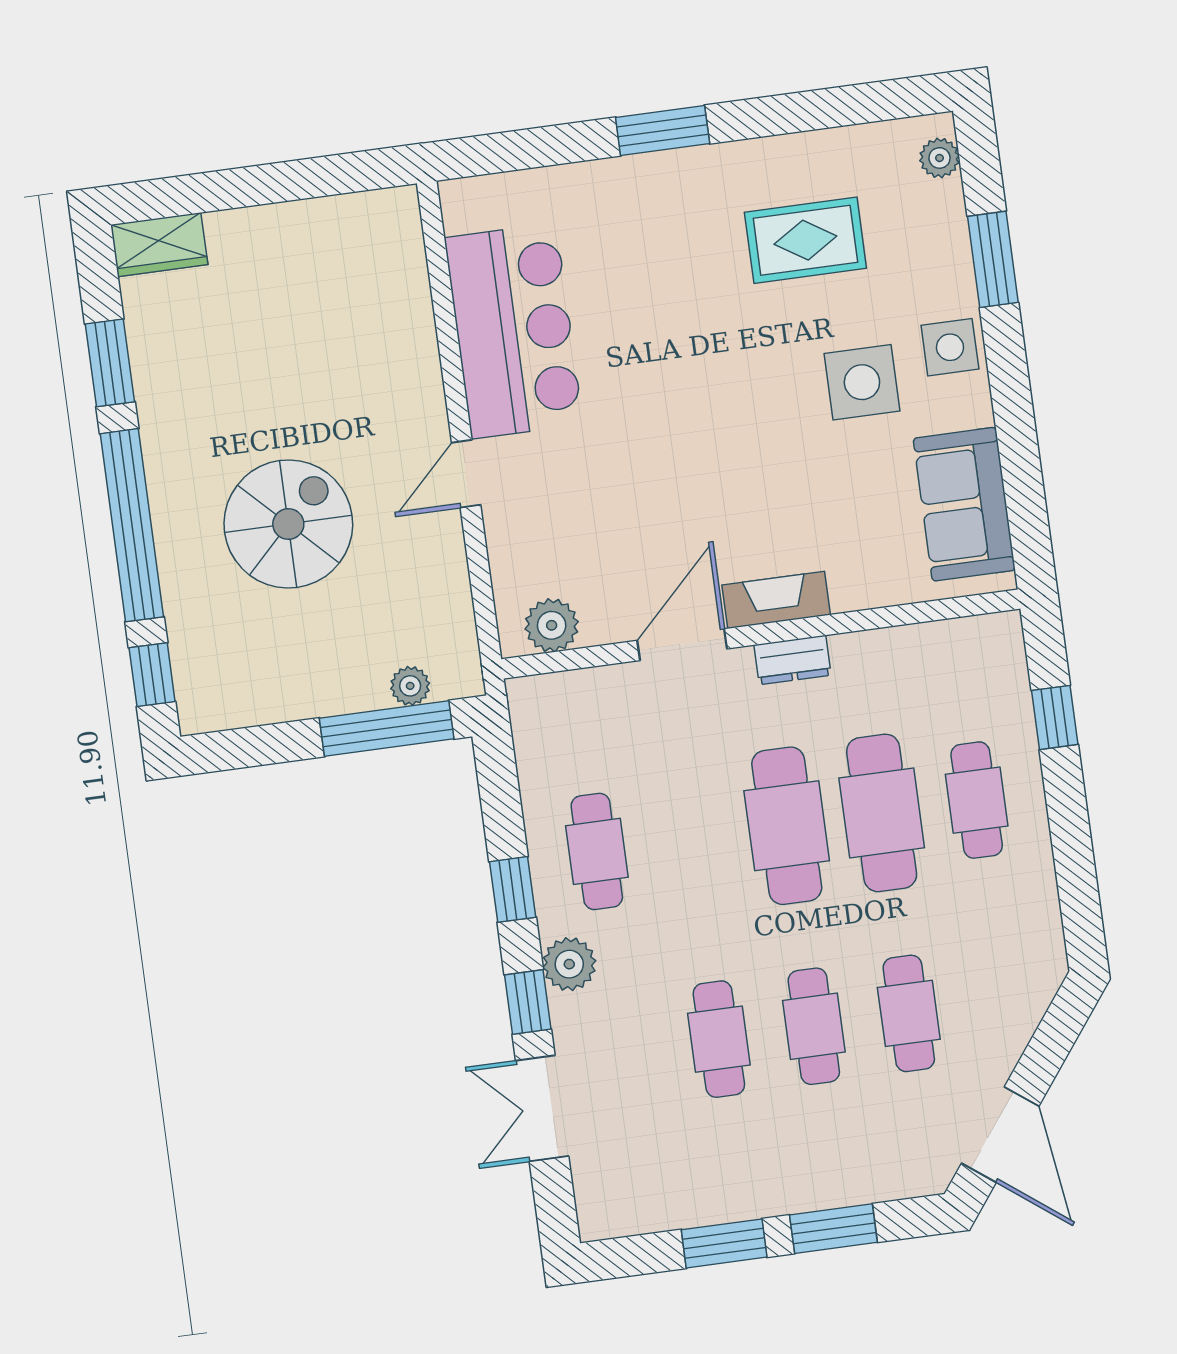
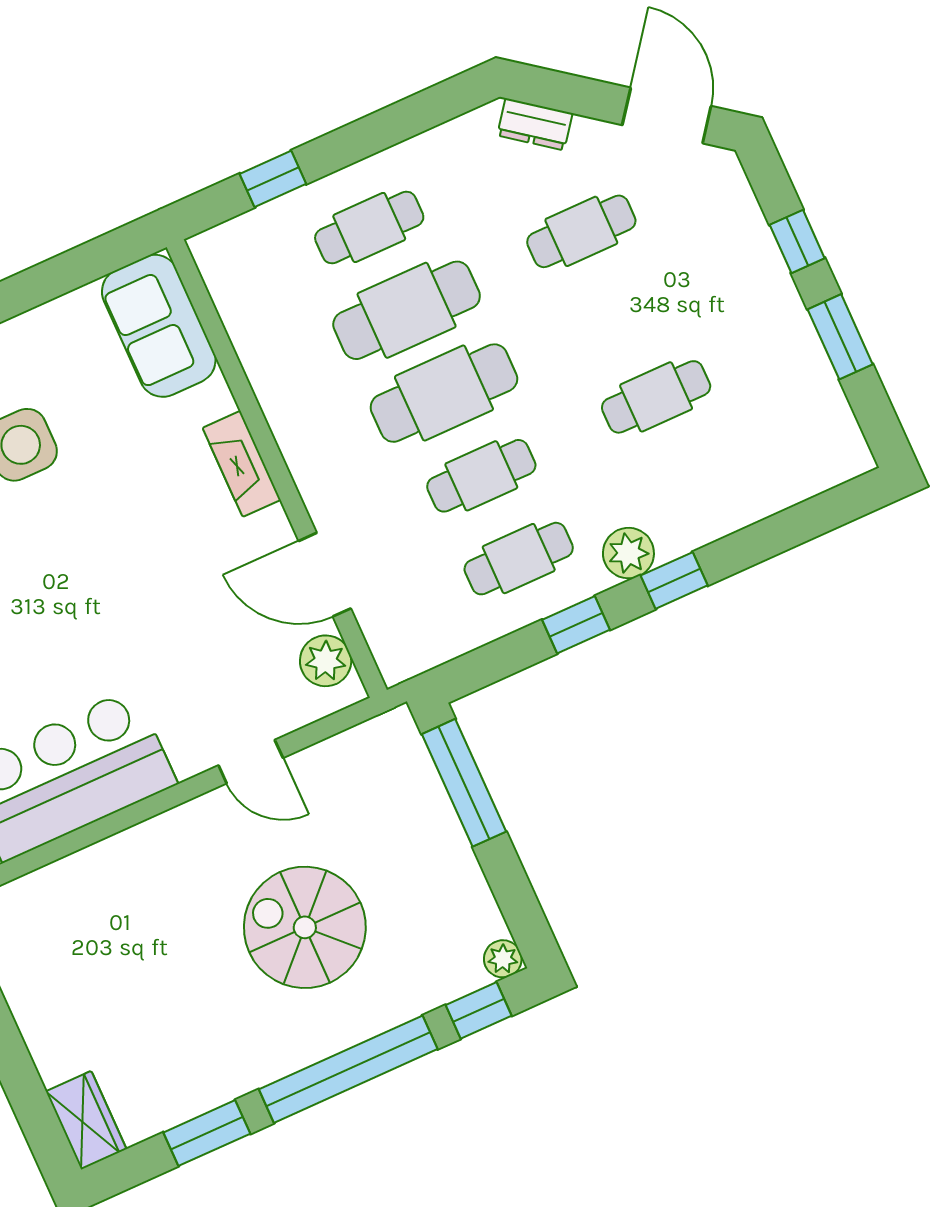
door: (466, 474) -> (251, 762), moved
sofa: (964, 504) -> (159, 326), moved, turned 90
door: (682, 645) -> (325, 575), moved
dresser: (793, 660) -> (535, 124), moved, turned 127
plant: (410, 686) -> (503, 959), moved
cafe table: (814, 1026) -> (481, 476), moved
double door: (542, 1108) -> (767, 539), removed
door: (1000, 1135) -> (667, 115), hinge flipped
window: (833, 1229) -> (797, 242), width x0.67

